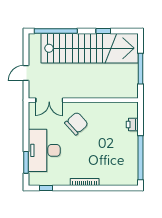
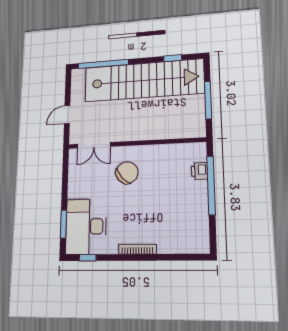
window: (103, 31) -> (173, 58), moved
desk: (44, 150) -> (86, 227), moved
window: (140, 158) -> (211, 185), moved

